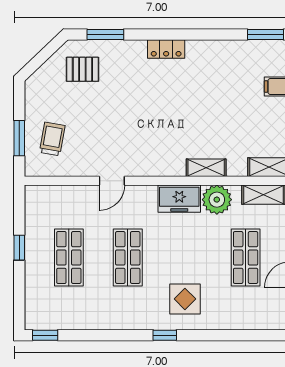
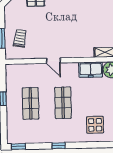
door: (112, 181) -> (53, 61), hinge flipped
window: (165, 335) -> (59, 146), moved

